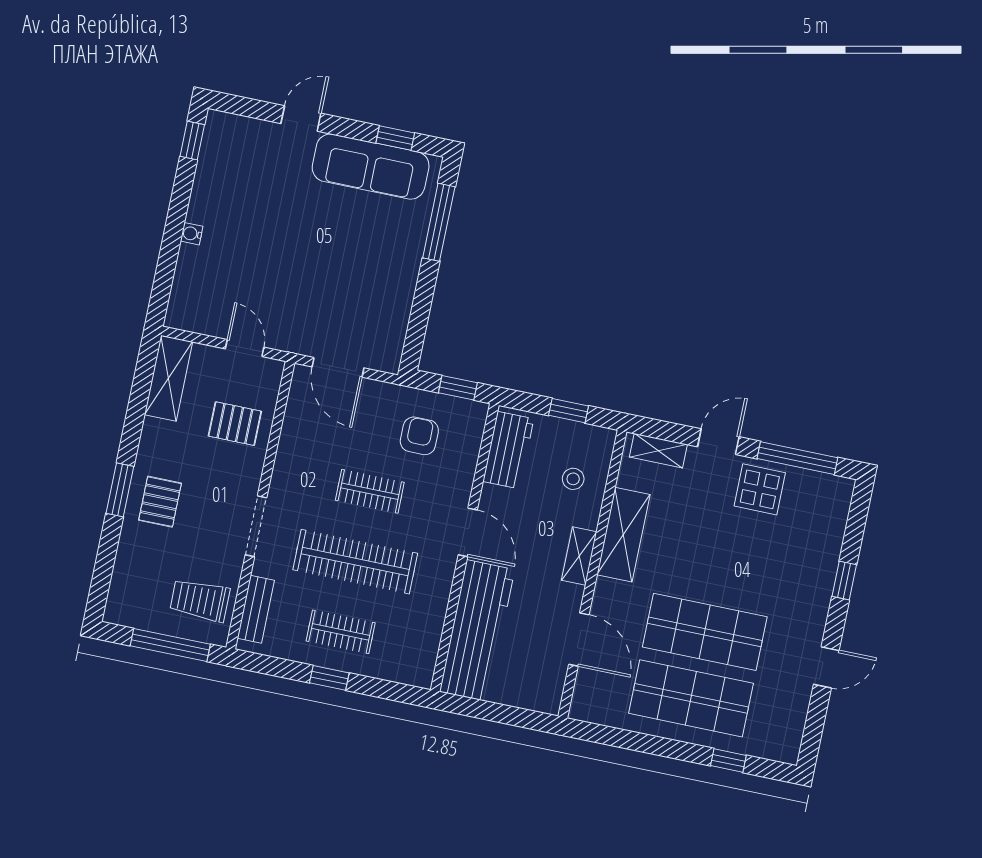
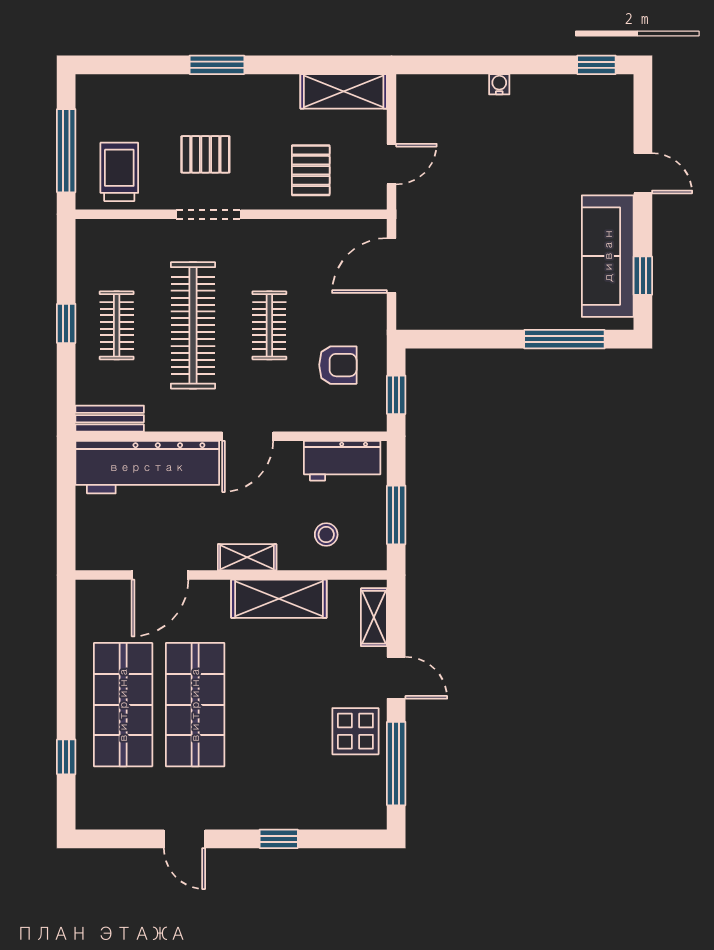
window: (569, 411) -> (396, 515), width x1.50
pallet: (160, 502) -> (205, 154), moved
bench: (256, 609) -> (110, 419), moved

